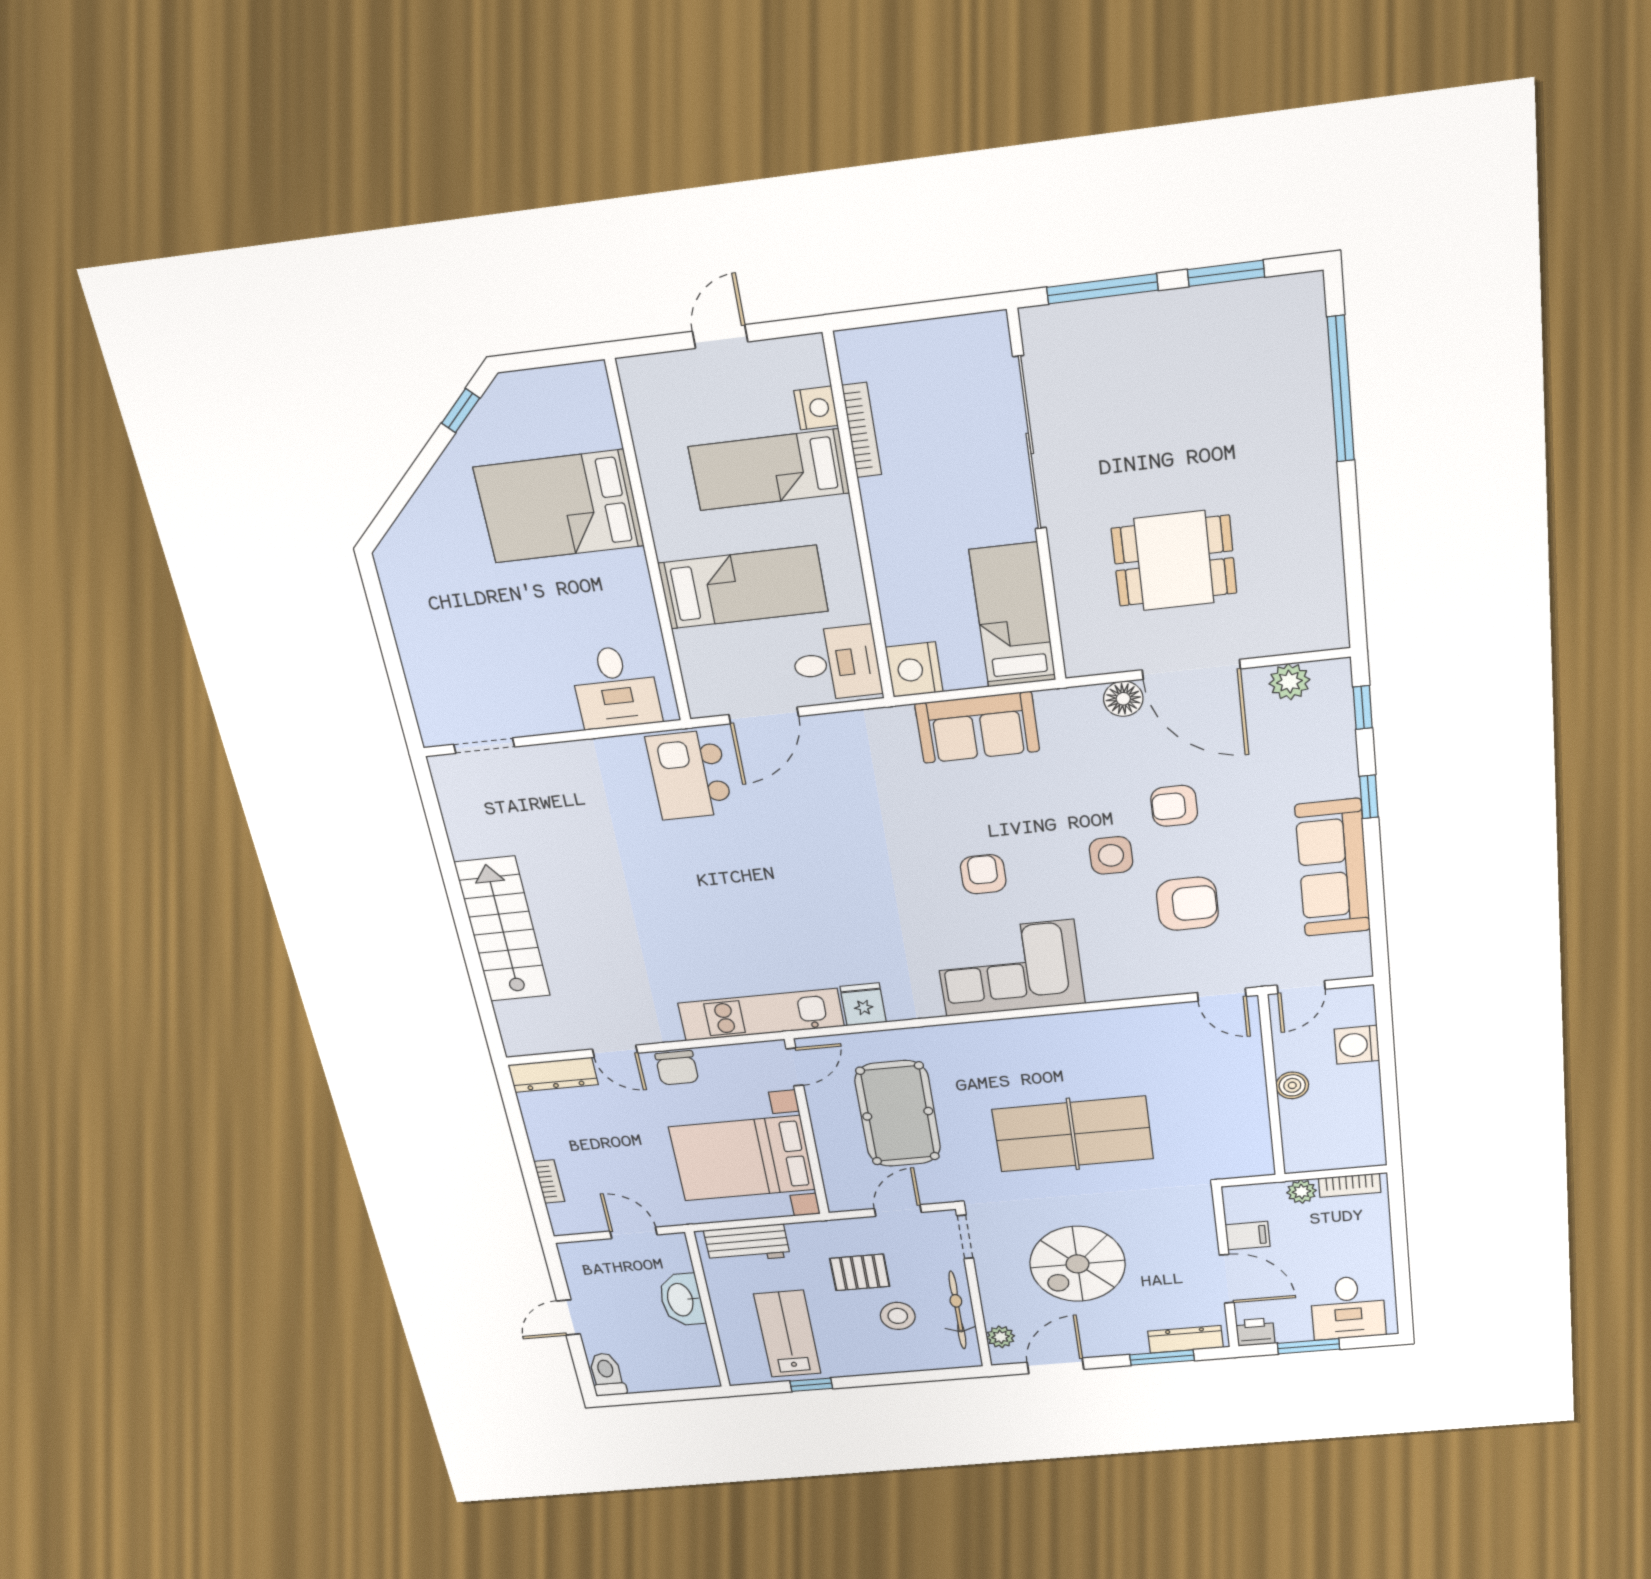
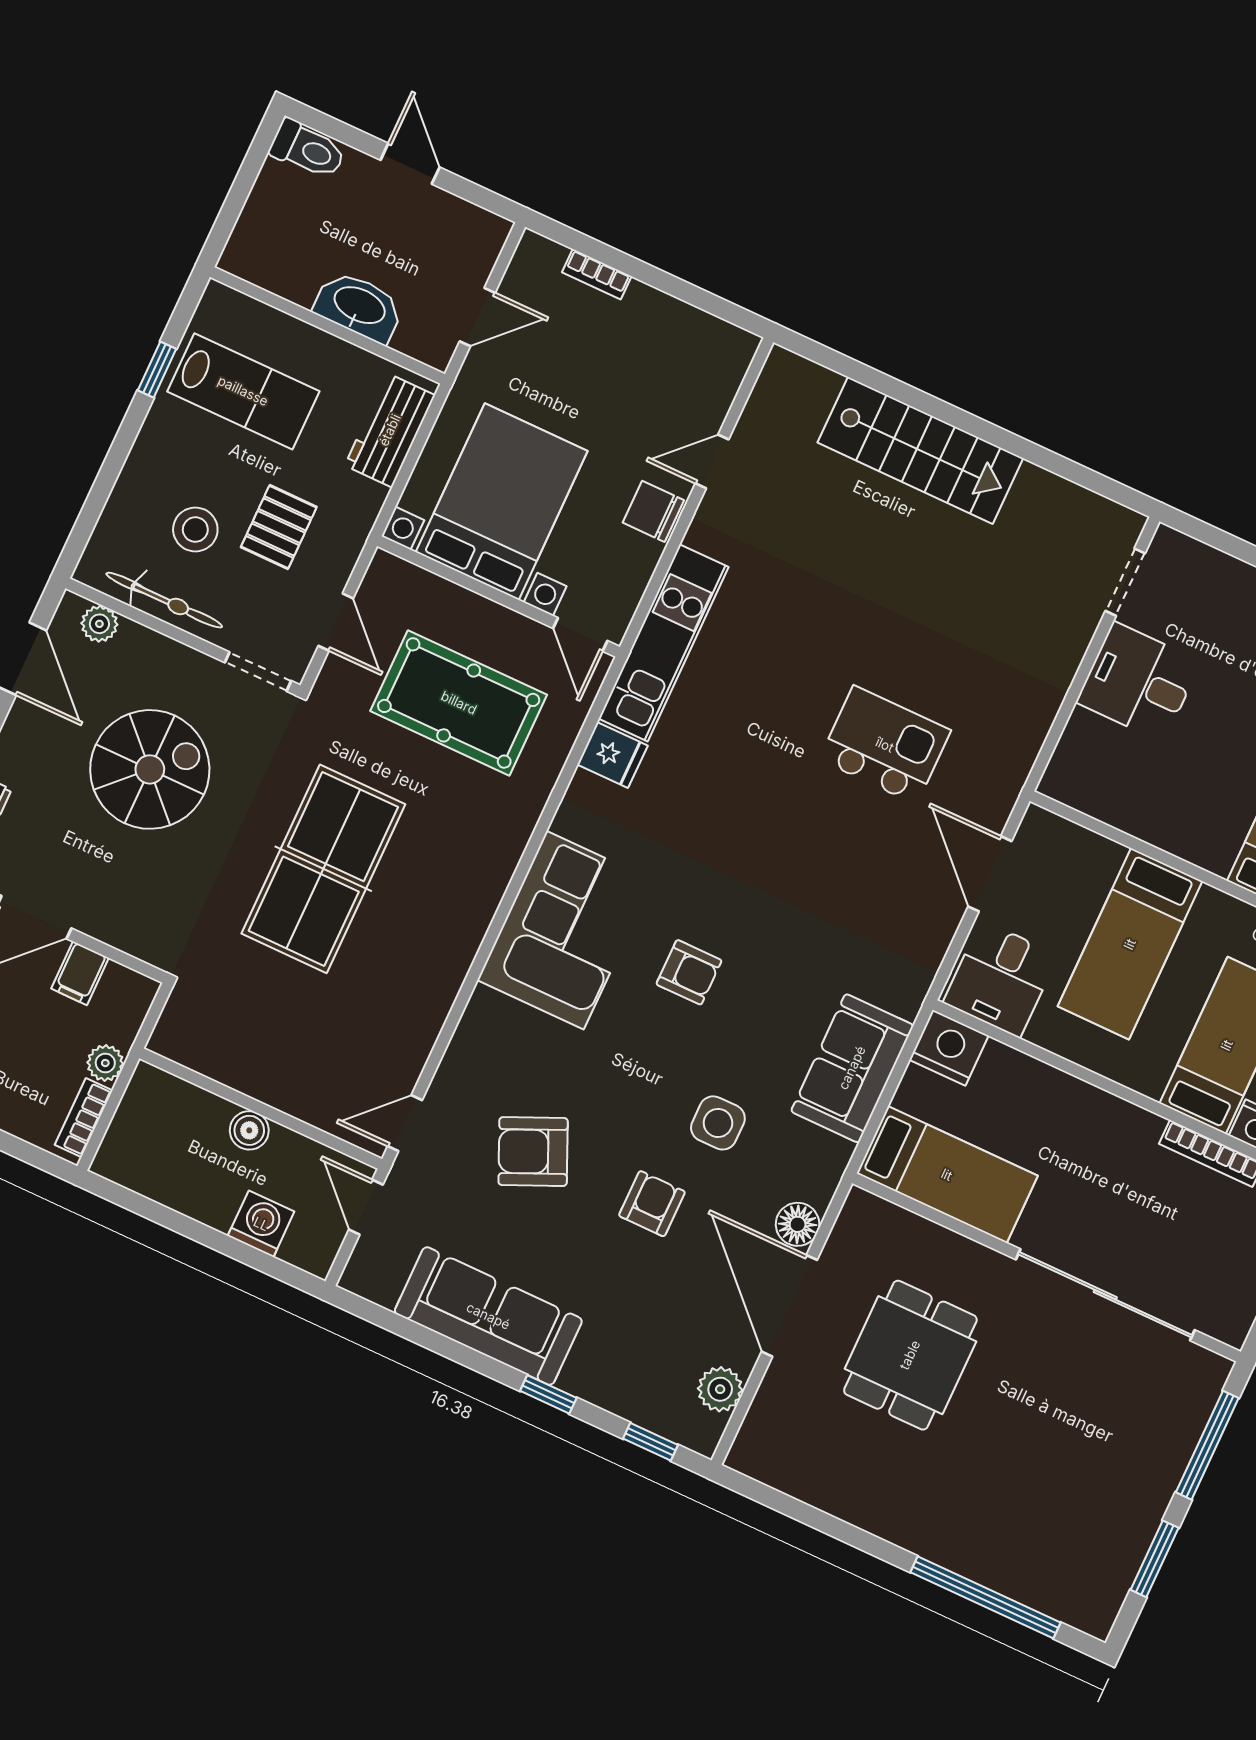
door: (1191, 669) -> (789, 1306), hinge flipped
desk: (616, 687) -> (1138, 682), moved
kitchen island: (689, 775) -> (885, 745), moved
side table: (1111, 855) -> (718, 1123), moved
armchair: (1187, 904) -> (533, 1152), turned 66
dresser: (553, 1075) -> (723, 376), removed
spiral stairs: (1077, 1264) -> (150, 769), turned 90

